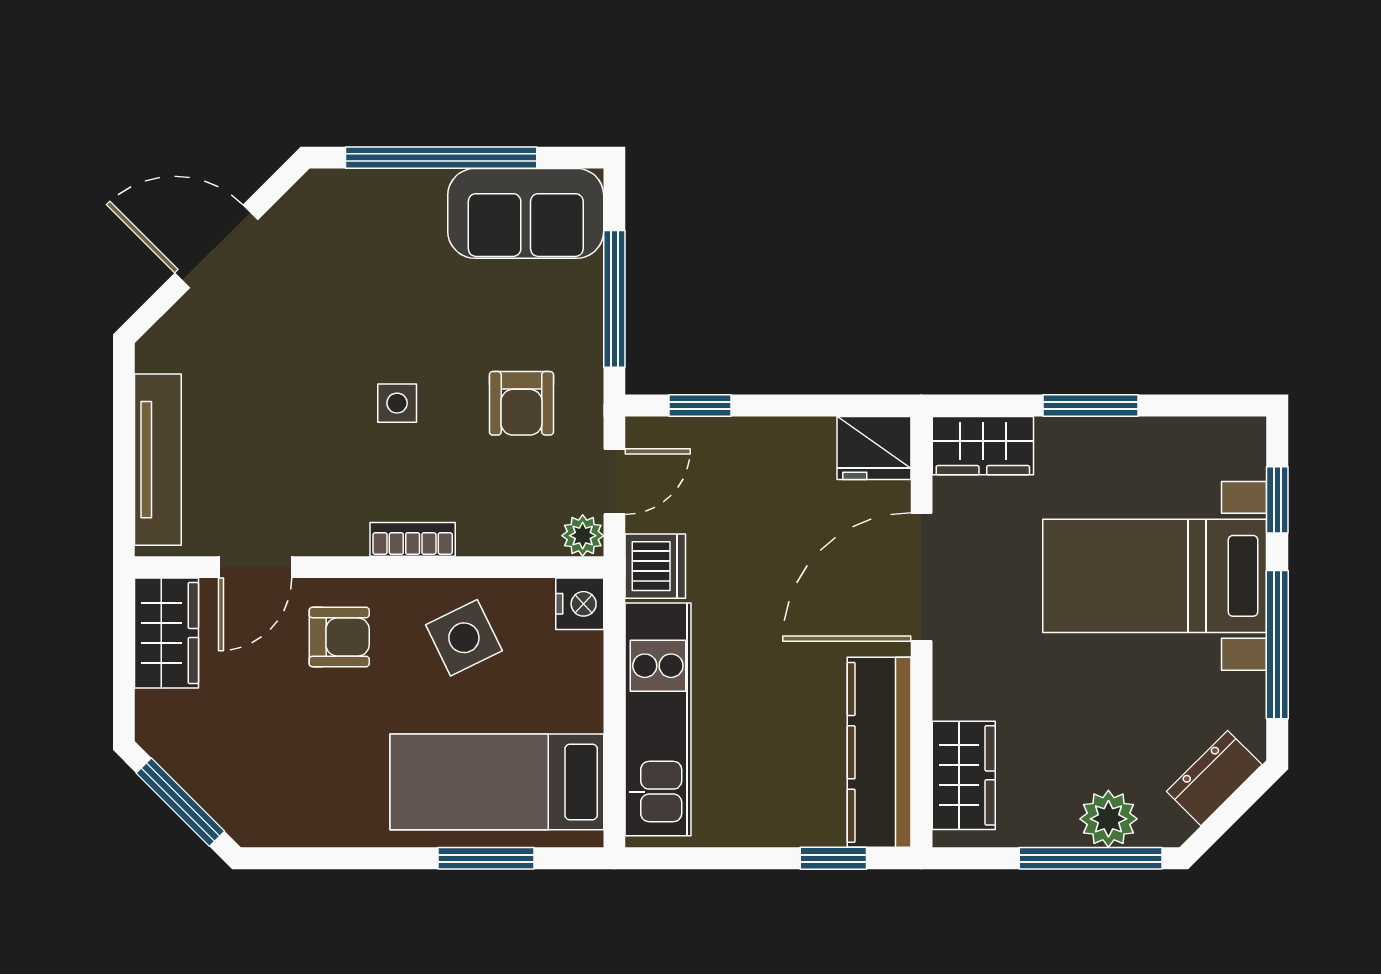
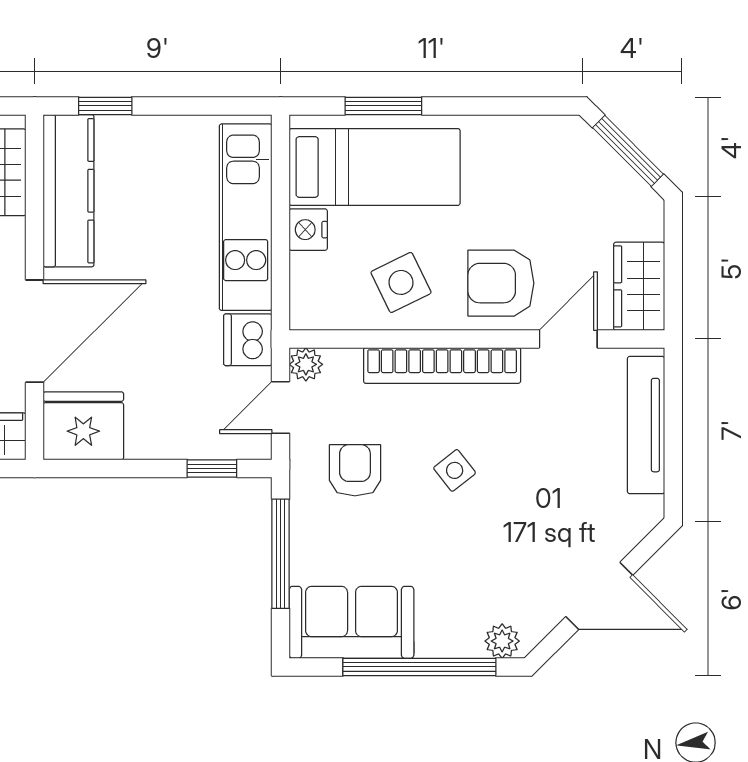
plant: (338, 190) -> (502, 641), added
side table: (397, 403) -> (455, 470), turned -38
fridge: (874, 448) -> (83, 426), width x1.36, depth x1.34
bookcase: (413, 539) -> (442, 365), width x2.31, depth x1.31
nightstand: (580, 604) -> (308, 230), moved
armchair: (339, 637) -> (501, 283), width x1.38, depth x1.38

